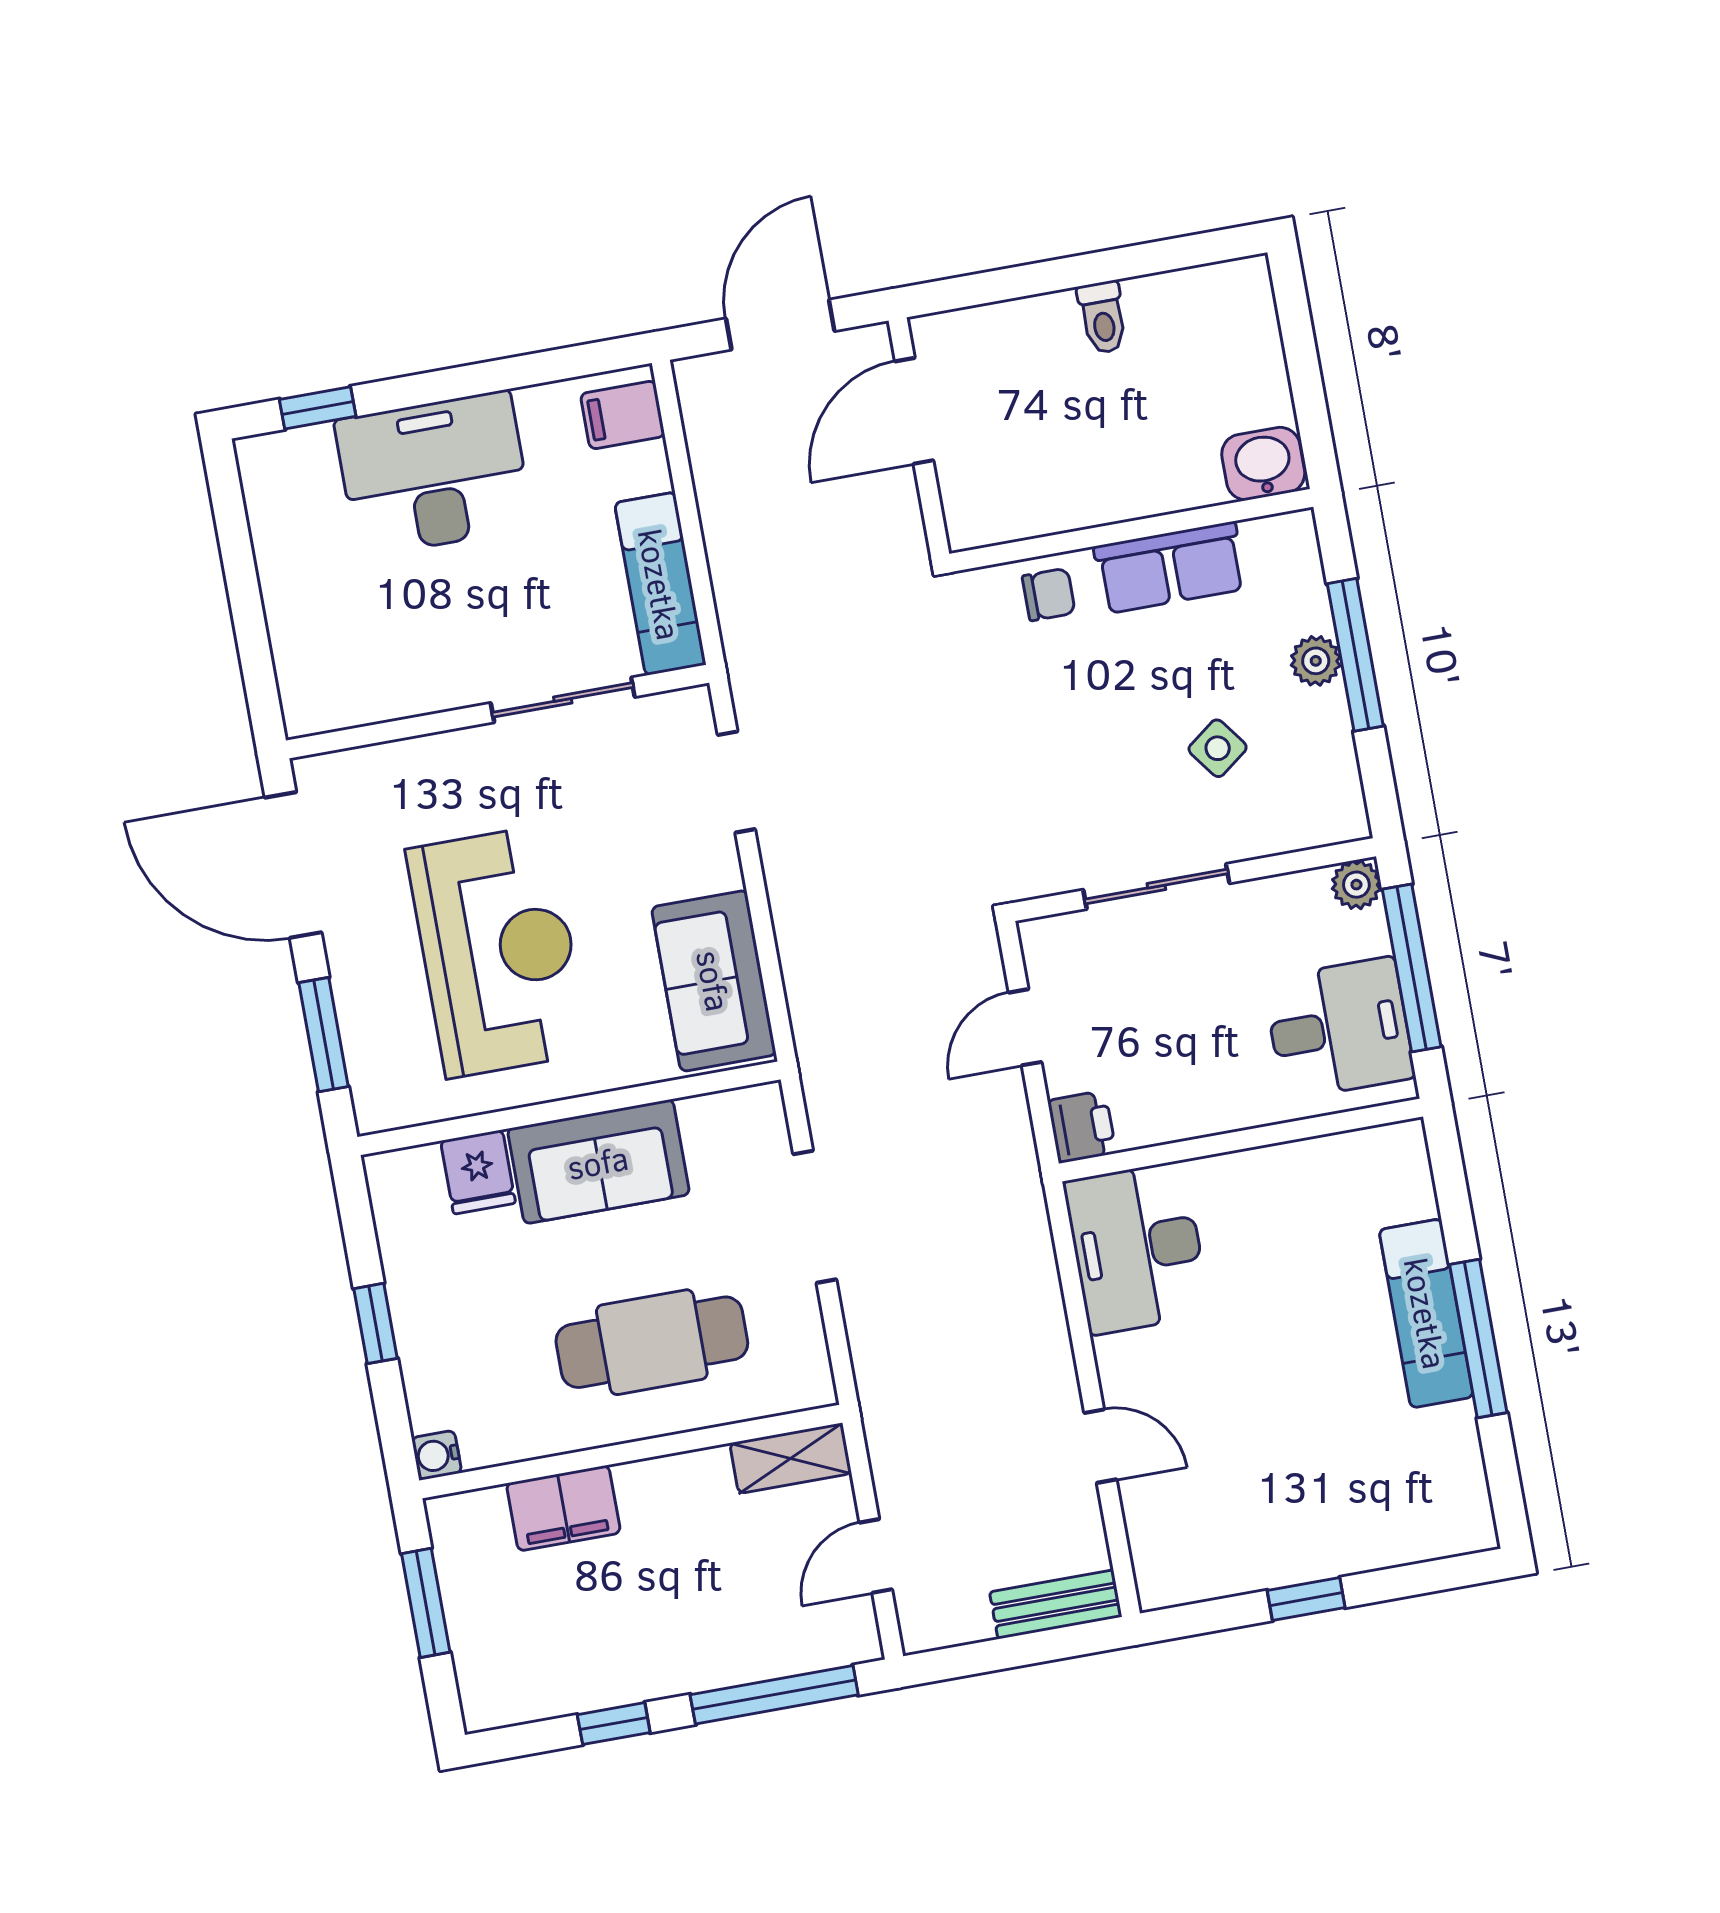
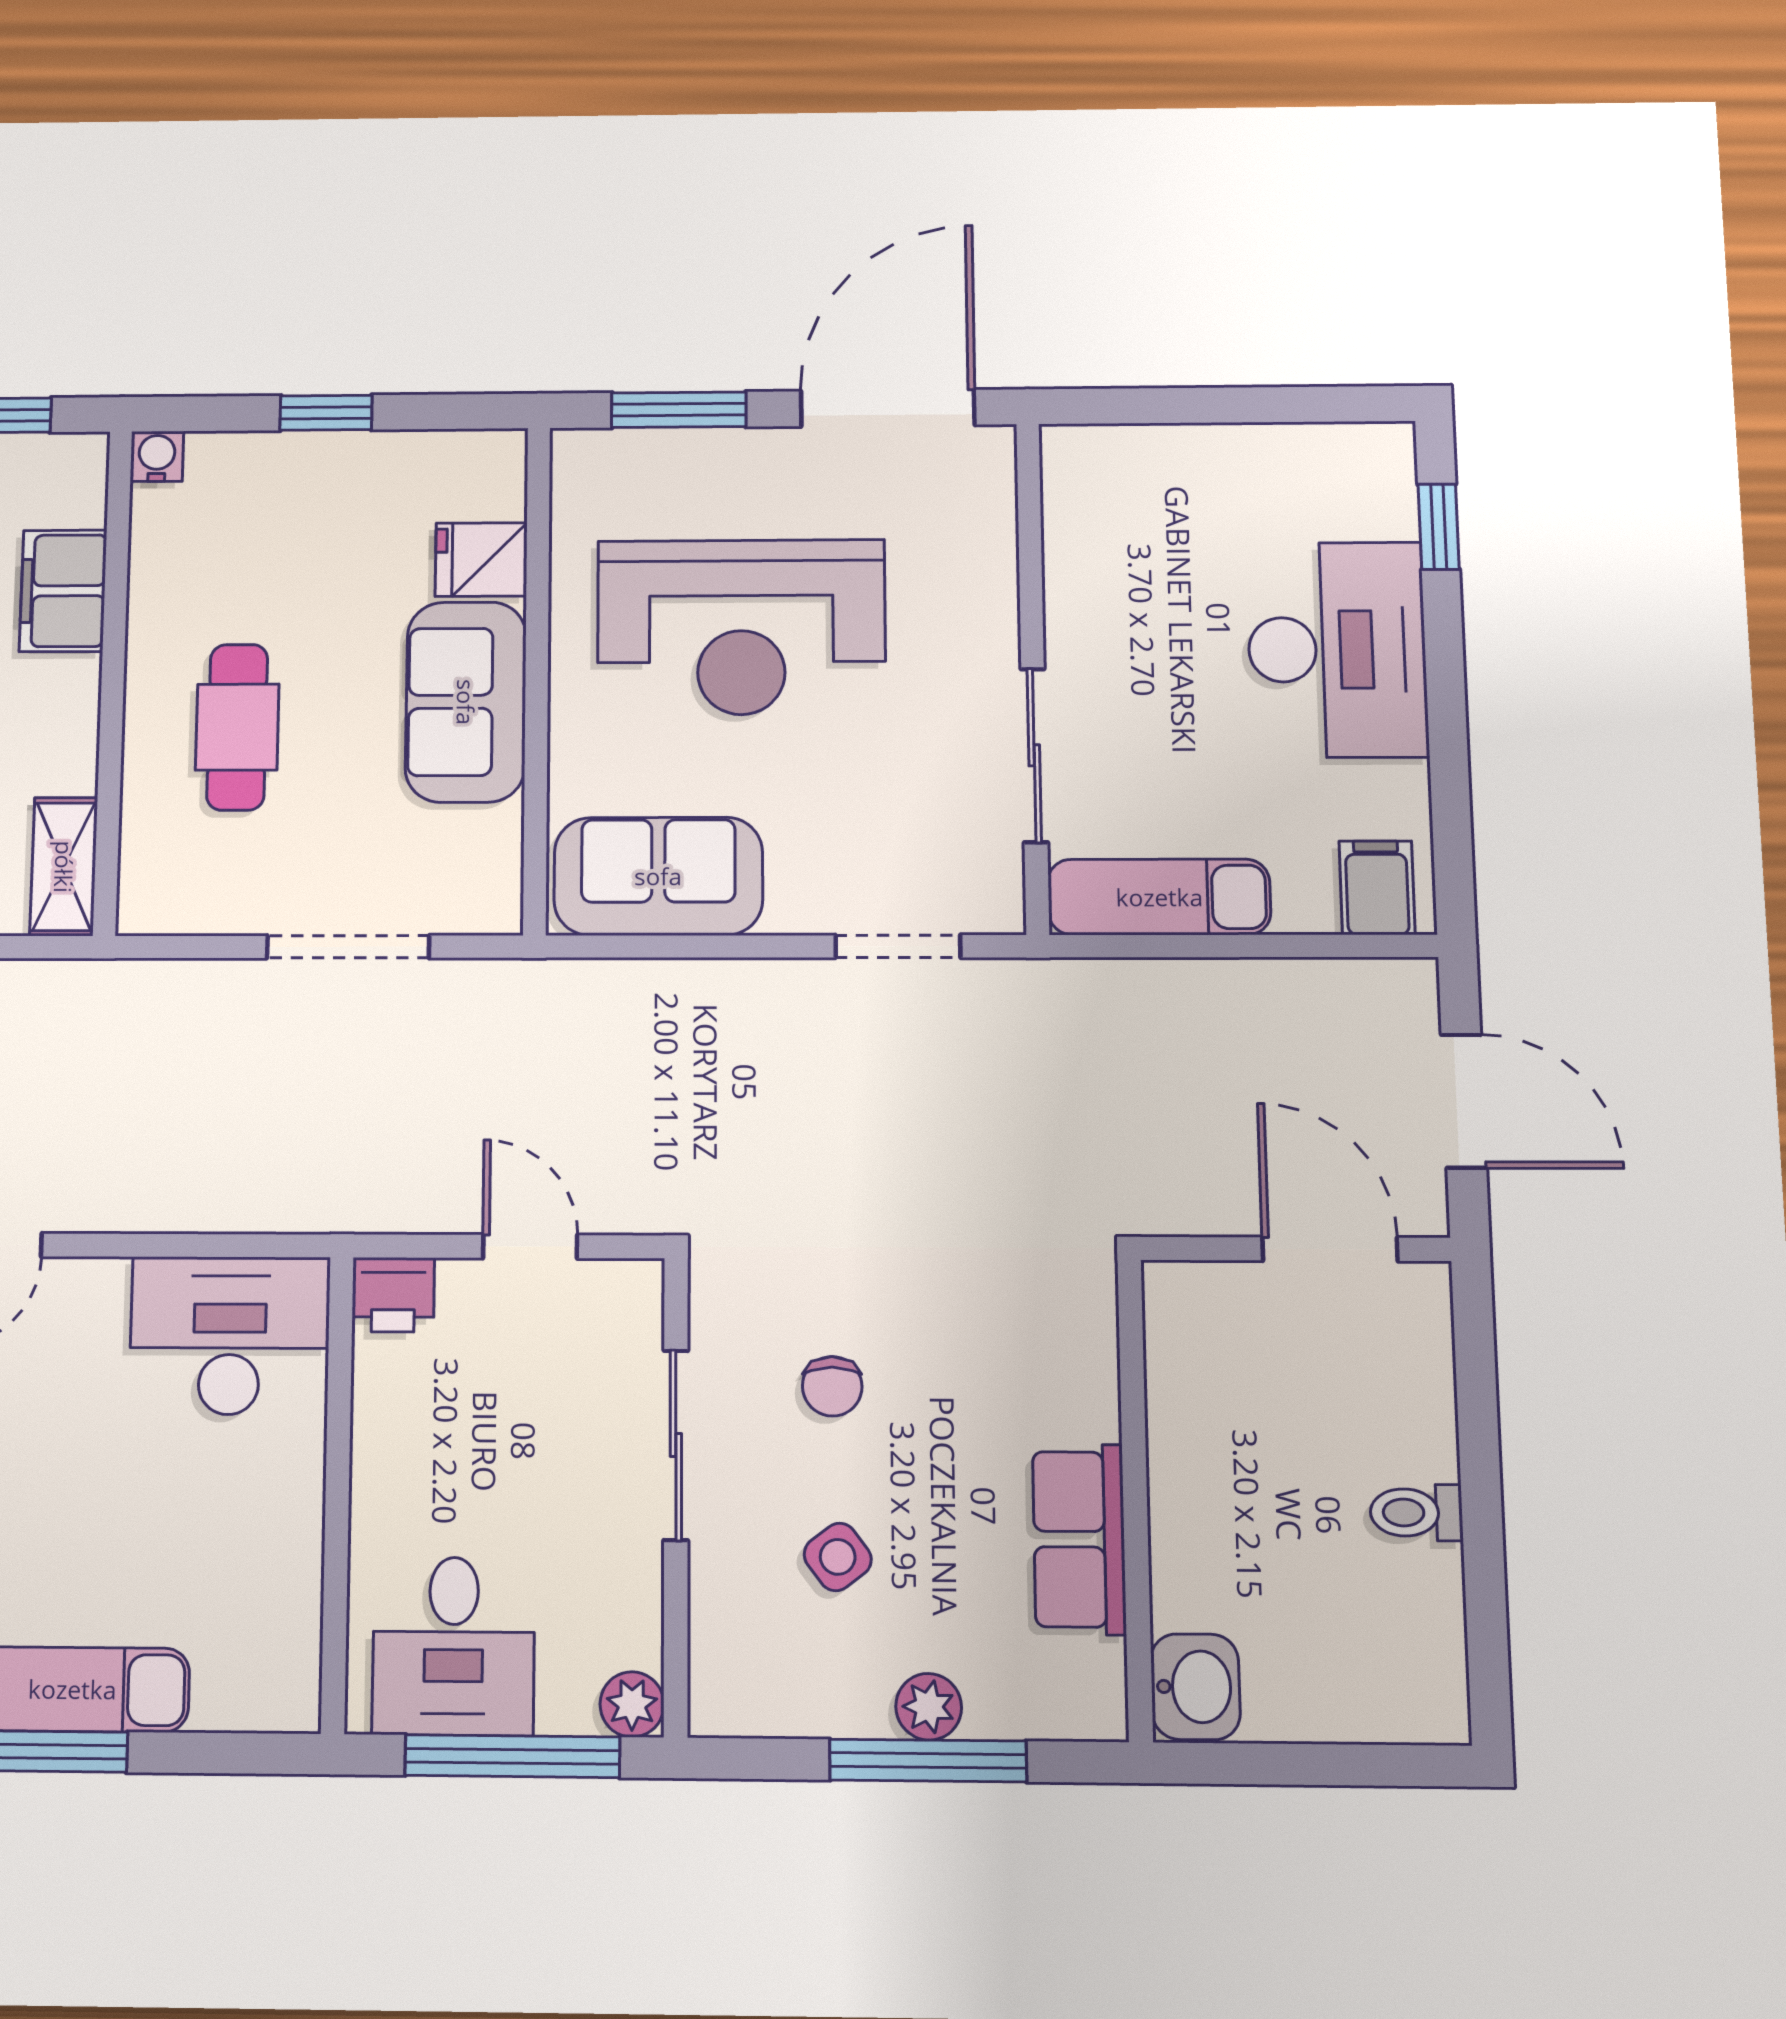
chair: (1049, 594) -> (832, 1386), moved
cafe table: (652, 1342) -> (237, 727), width x0.73, depth x0.74

